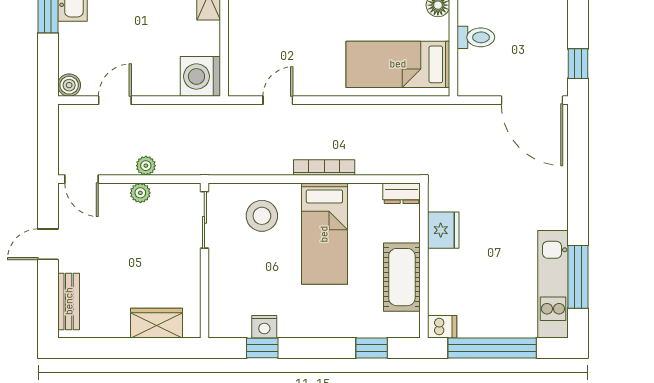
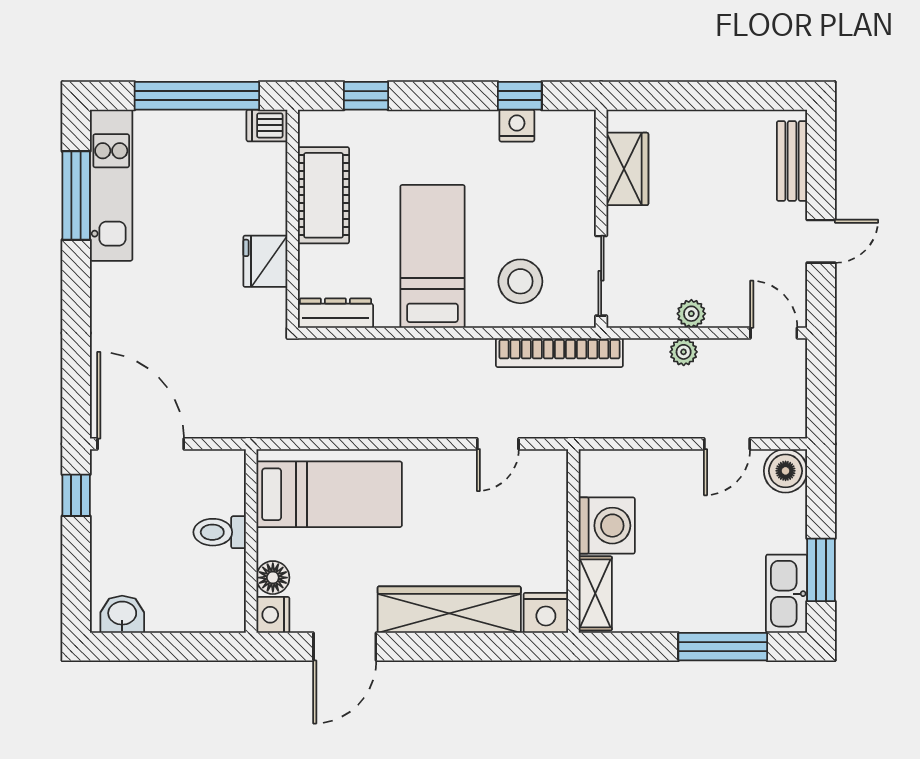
washing machine: (200, 76) -> (607, 526), moved
boiler: (69, 85) -> (786, 471), width x1.36, depth x1.36
bookcase: (324, 168) -> (559, 353), moved, width x1.48, depth x1.31
dresser: (402, 193) -> (335, 313), width x1.44
wardrobe: (156, 323) -> (627, 169), moved, turned -90

